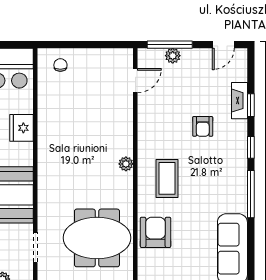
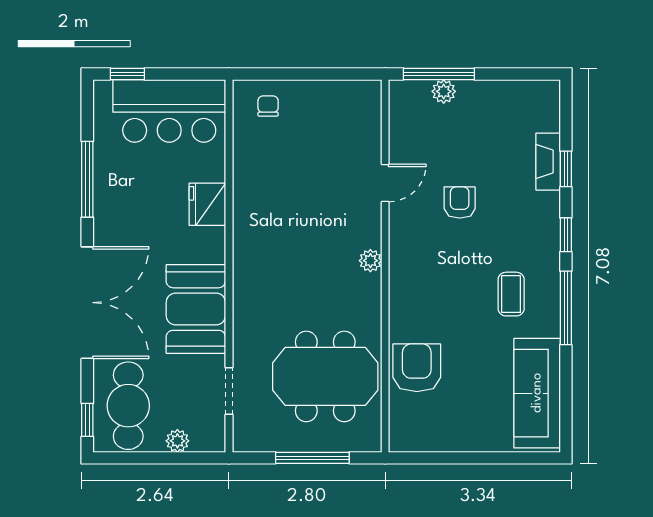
door: (223, 45) -> (523, 74), removed
door: (135, 81) -> (385, 183), moved
armchair: (203, 126) -> (460, 203), moved, turned 180
coffee table: (167, 178) -> (511, 294), moved, width x0.73, depth x0.77

